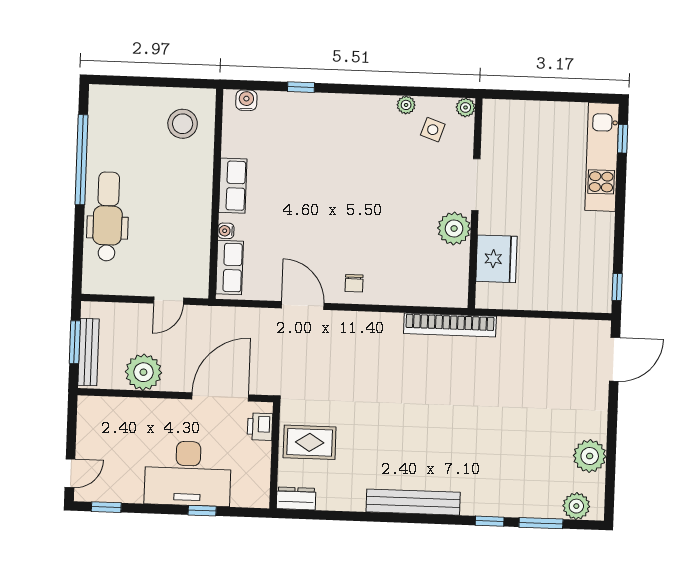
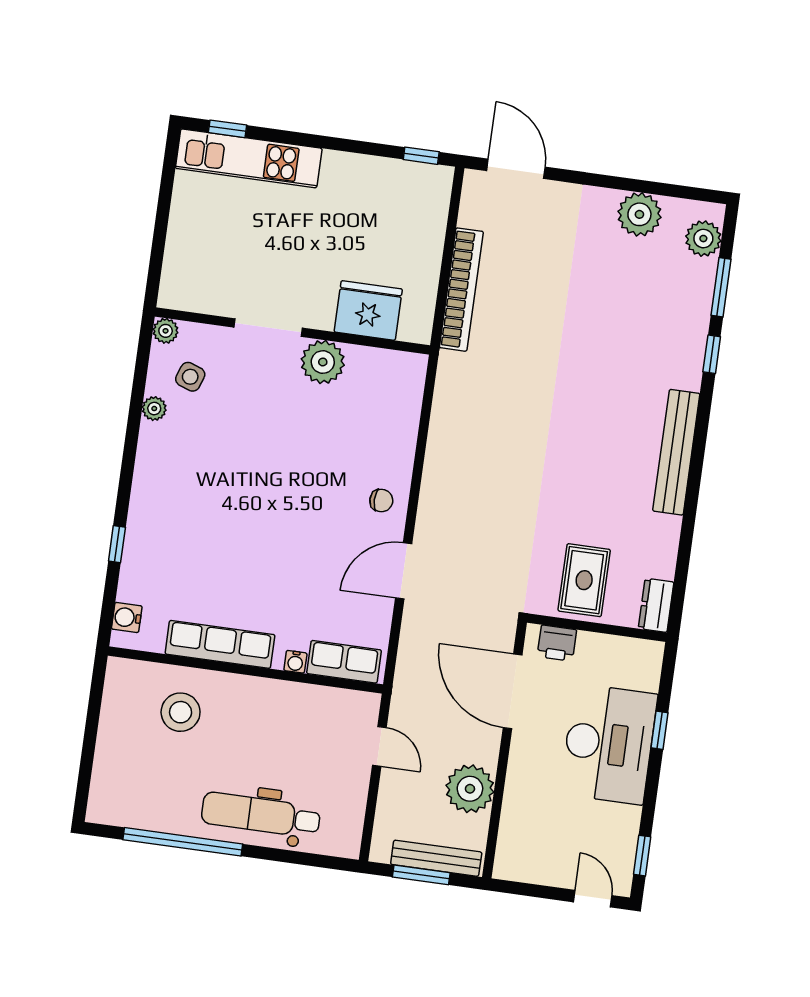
stool: (183, 124) -> (181, 712), moved
row of seats: (233, 186) -> (220, 644), width x1.48
bookcase: (450, 325) -> (461, 290), moved

